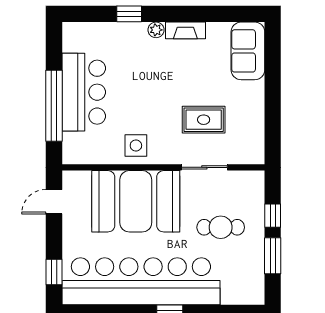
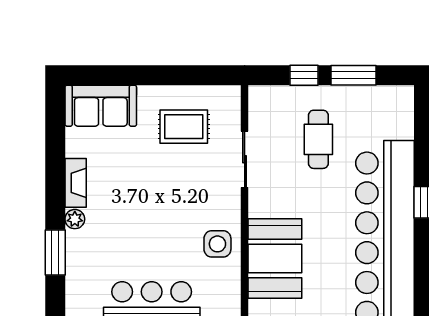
window: (129, 14) -> (55, 252), width x1.50
rug: (204, 120) -> (184, 127), moved, turned 90
booth: (136, 201) -> (275, 258), width x0.73, depth x0.70

